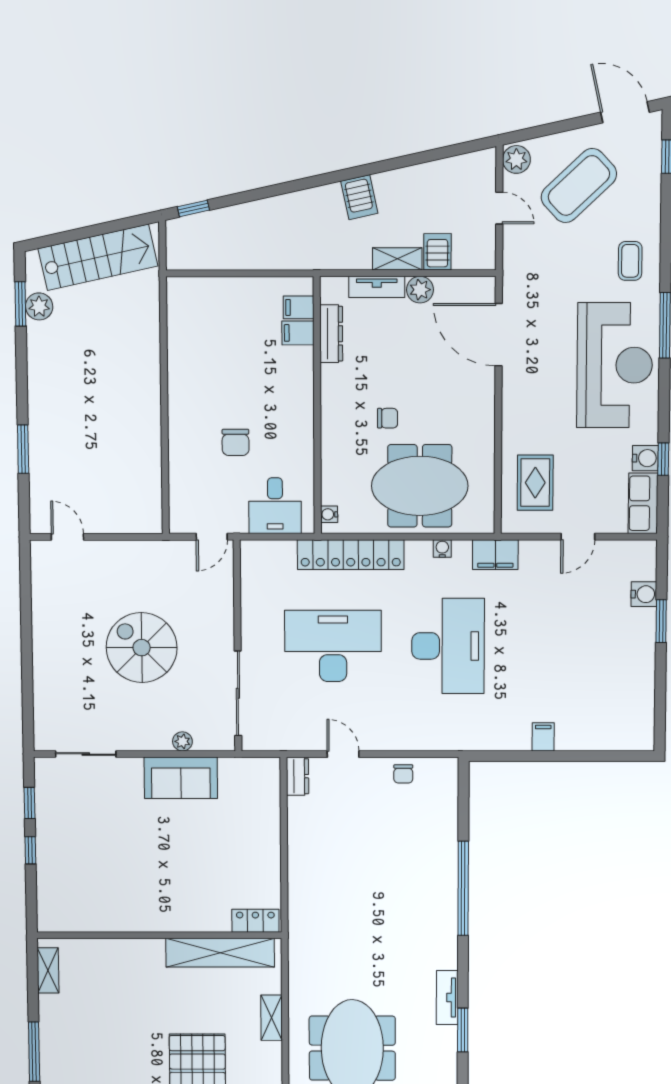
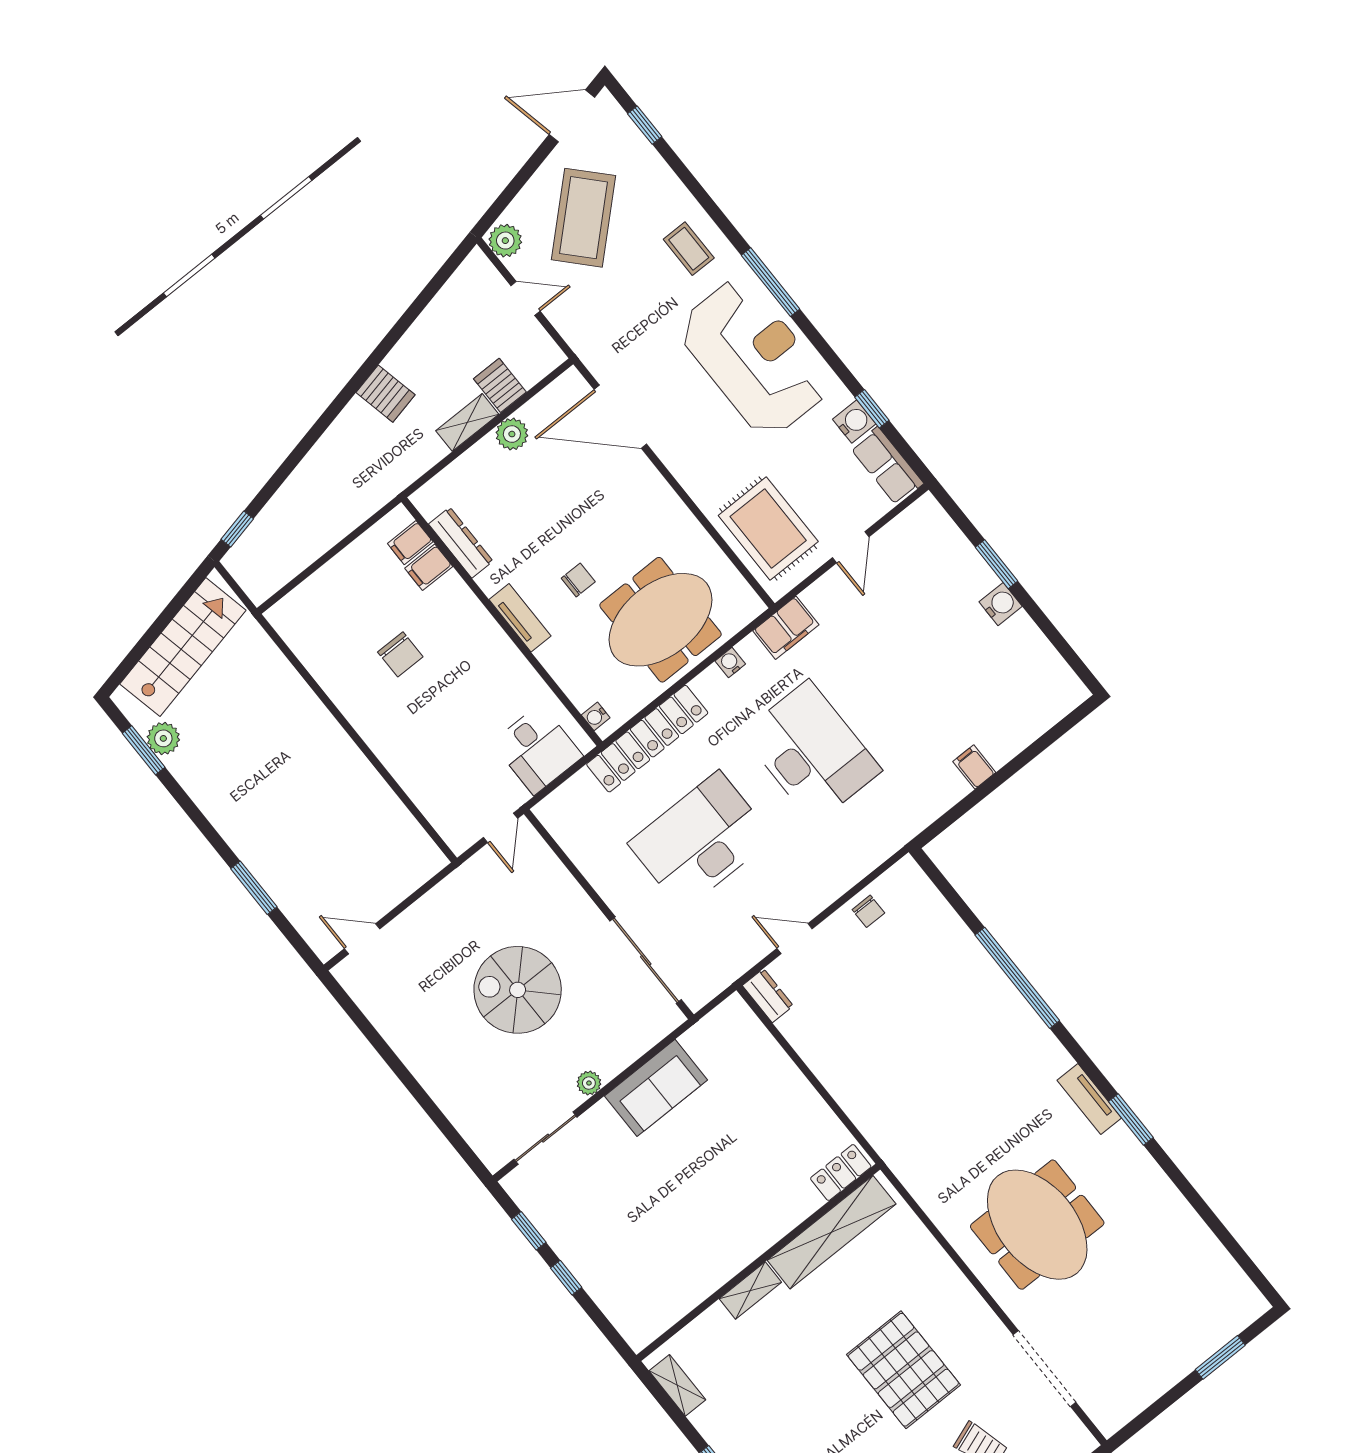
tv unit: (377, 287) -> (520, 618), moved, turned -90
chair: (235, 442) -> (400, 654), moved
rug: (535, 483) -> (768, 529), width x1.36, depth x1.43
water cooler: (644, 594) -> (1001, 604), moved
plant: (182, 741) -> (589, 1083), moved
shelving: (272, 1018) -> (750, 1290), moved, turned 90

